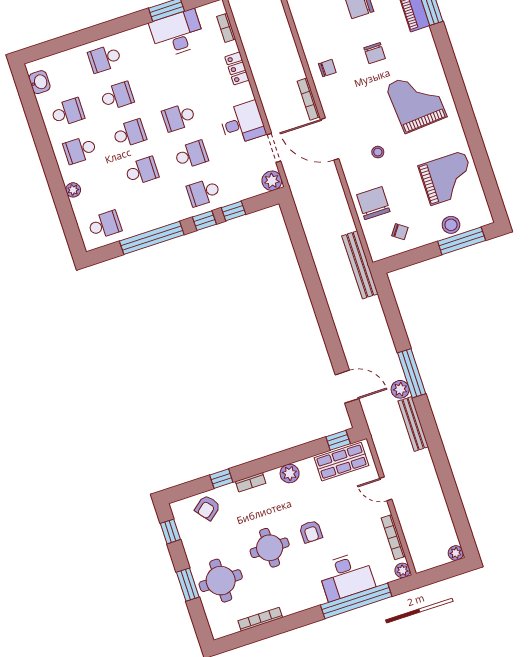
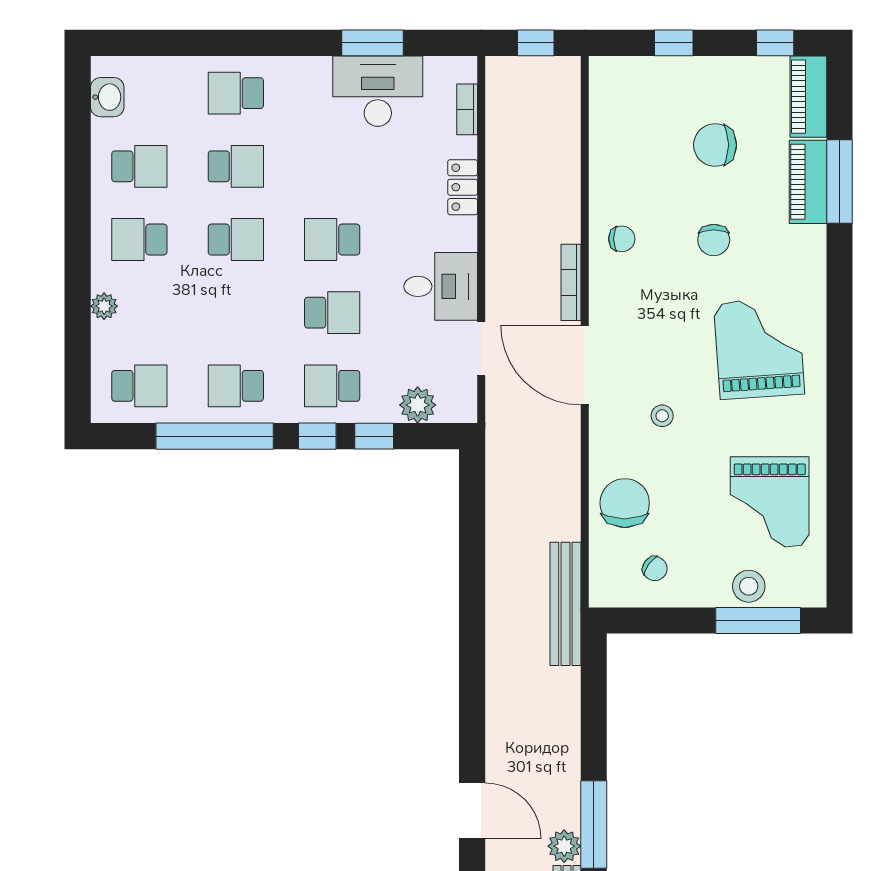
school desk: (142, 171) -> (236, 386), moved, turned 180
grand piano: (448, 178) -> (770, 502), turned 90
plant: (272, 181) -> (418, 405), moved

